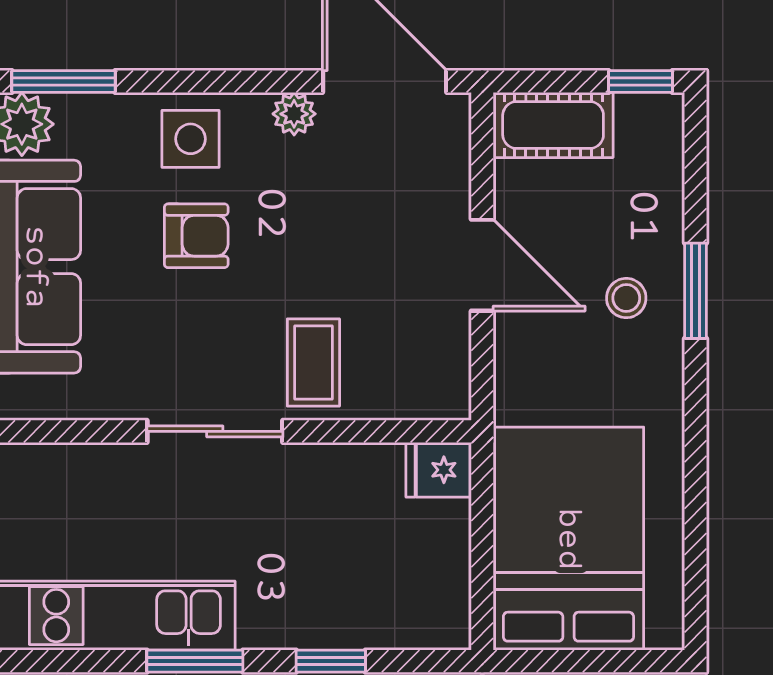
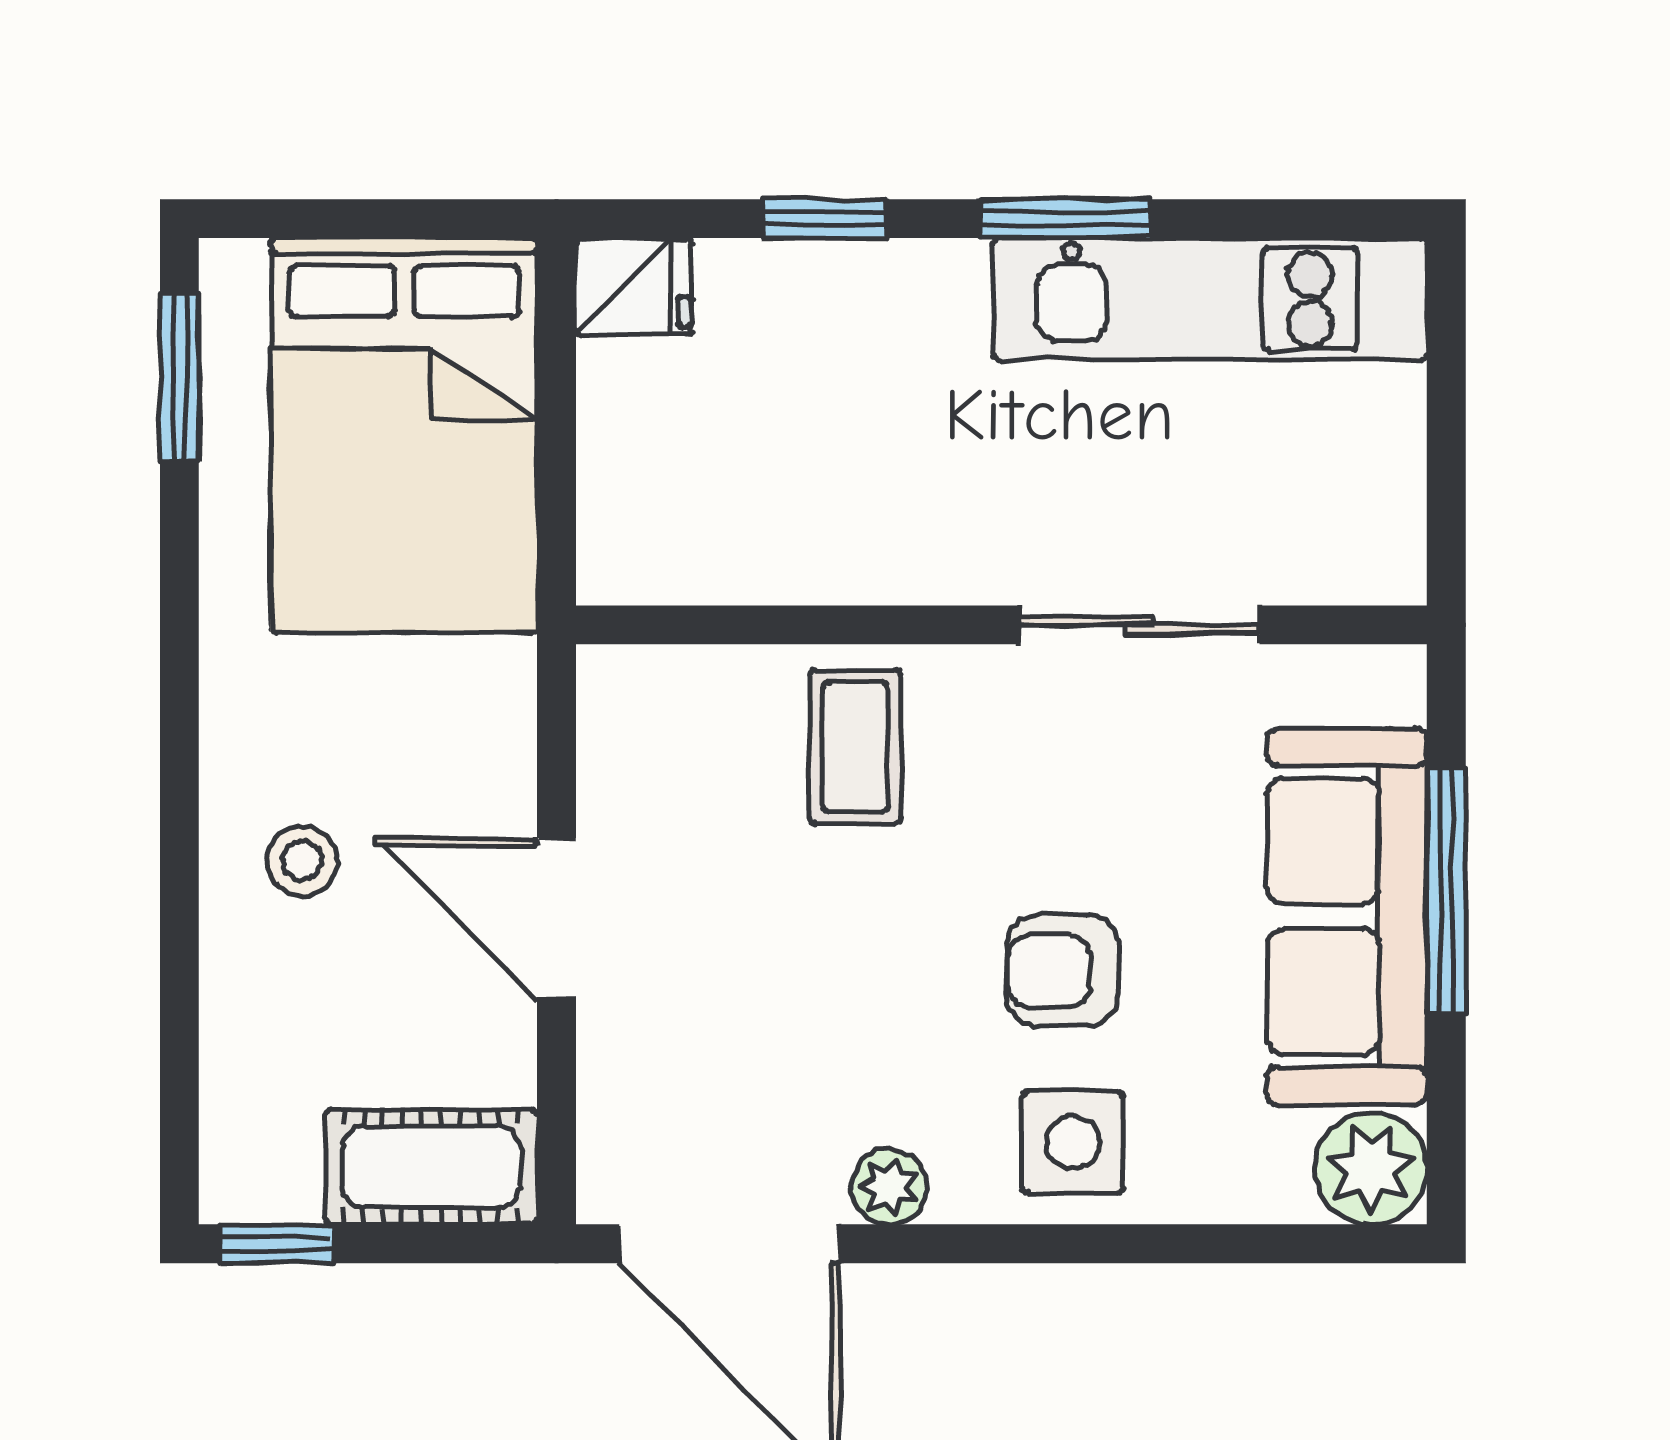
window: (63, 81) -> (1297, 1244), removed
window: (695, 291) -> (179, 377), moved
sliding door: (215, 431) -> (1139, 625), moved
fridge: (439, 470) -> (634, 286), moved

